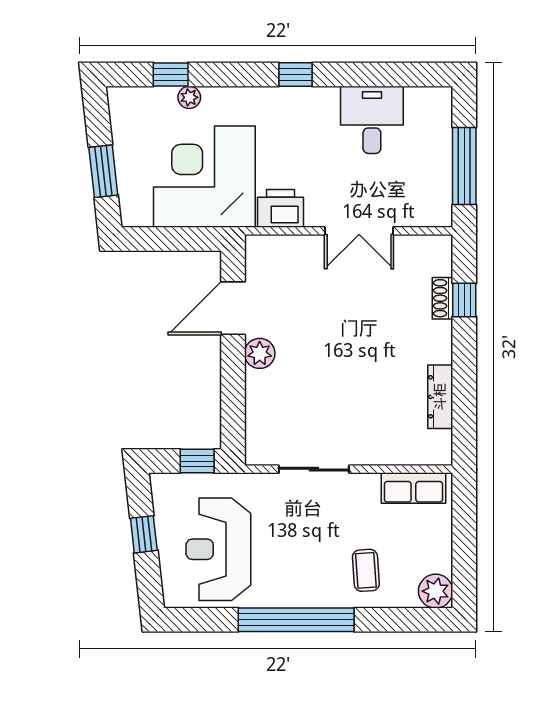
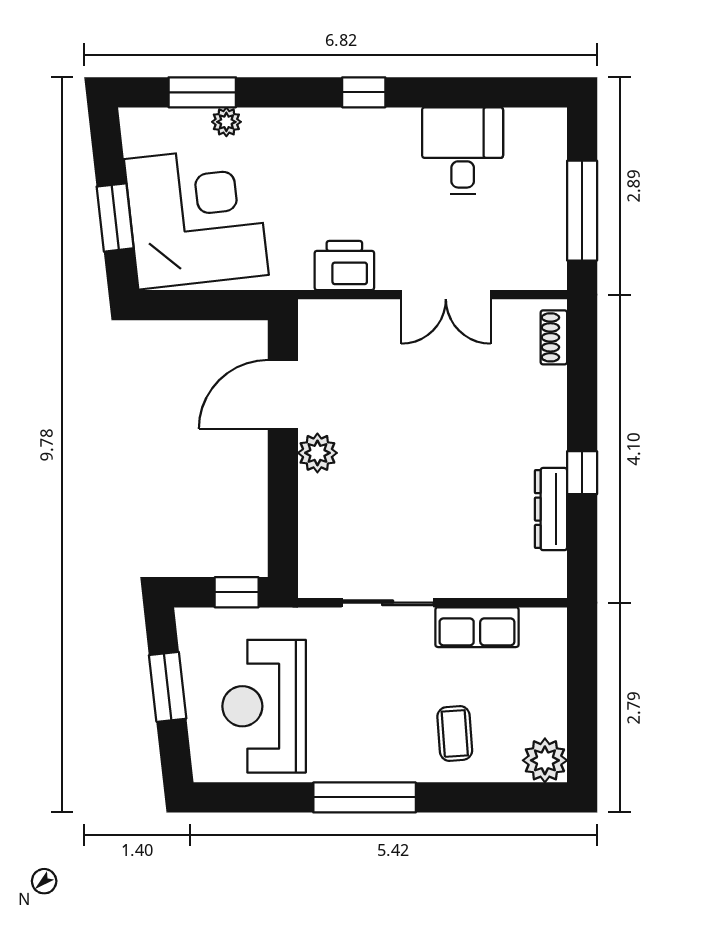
window: (171, 75) -> (202, 92), width x1.50
corner desk: (204, 177) -> (196, 217), moved, turned 84
shoe rack: (442, 298) -> (554, 337), moved
window: (464, 300) -> (582, 473), moved
row of seats: (413, 488) -> (477, 627), moved
window: (144, 534) -> (168, 687), width x1.50
window: (296, 620) -> (365, 797), width x0.68

